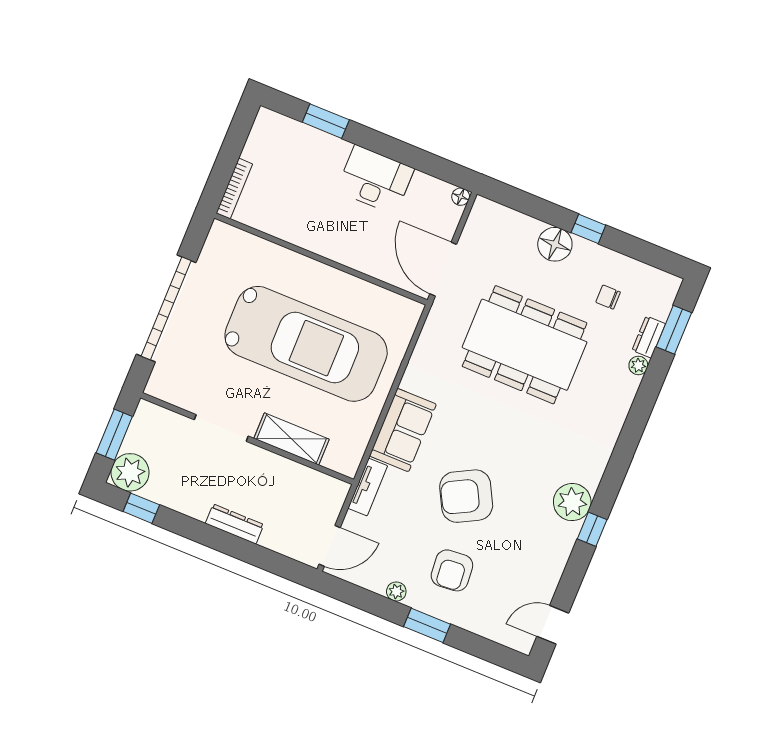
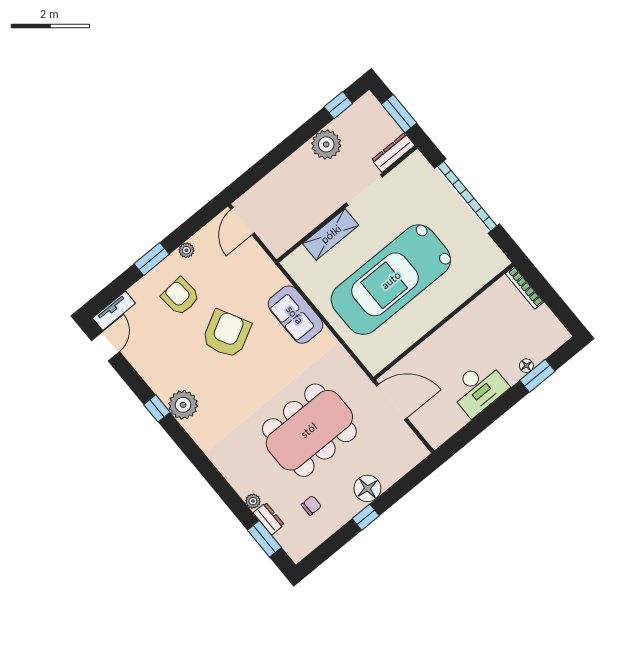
floor lamp: (461, 197) -> (526, 366), moved
plant: (130, 472) -> (326, 144), moved
tv unit: (368, 487) -> (114, 311), moved, turned -90
dresser: (235, 524) -> (393, 153), moved, turned 180

